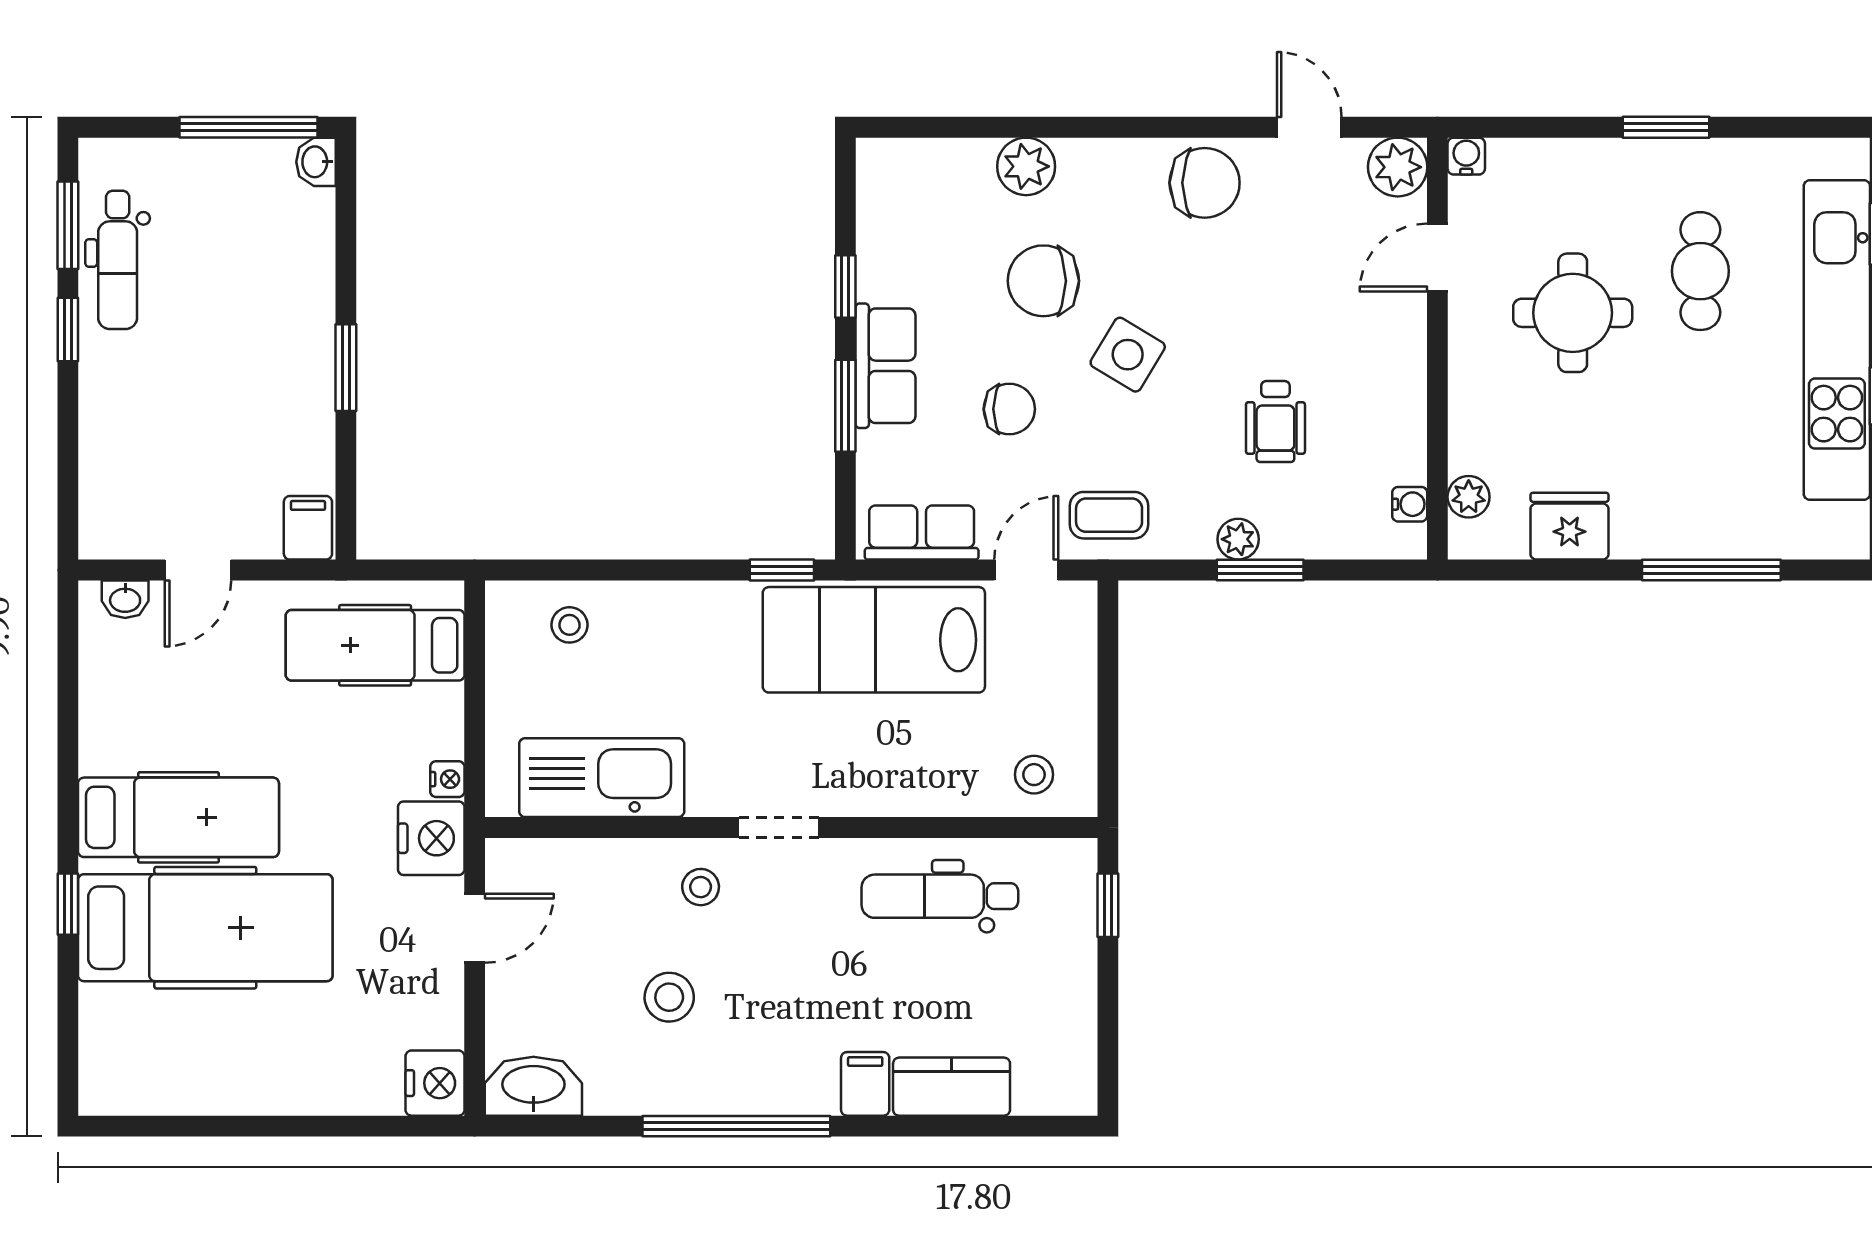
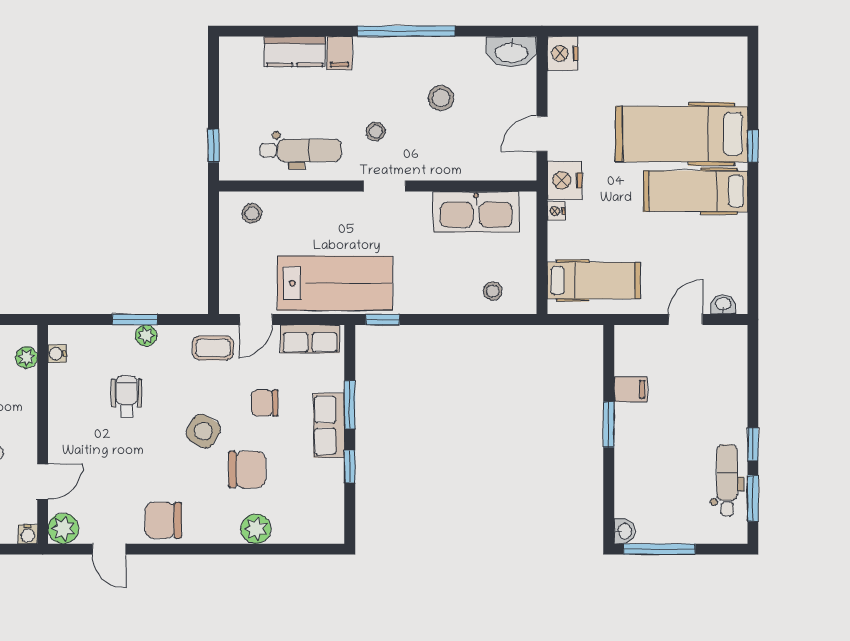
filing cabinet: (308, 528) -> (631, 389), moved, turned -90
stool: (701, 887) -> (376, 132), moved

